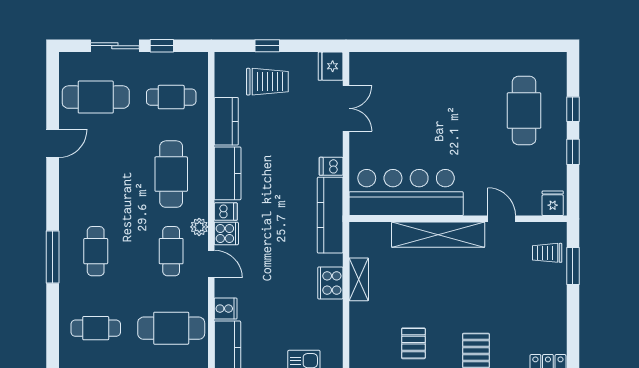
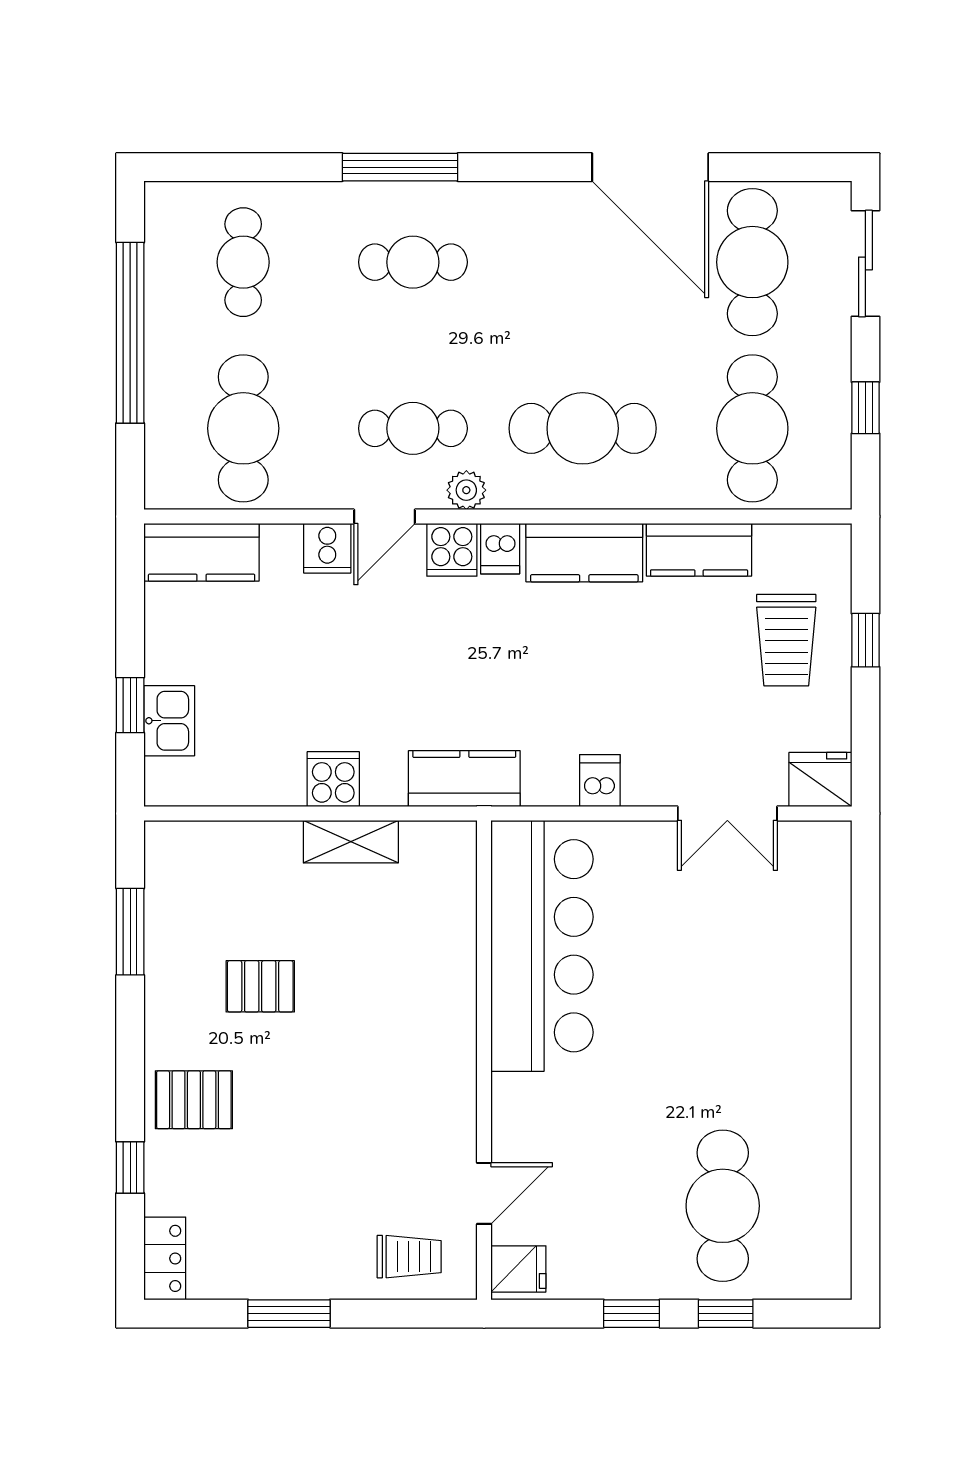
sliding door: (115, 46) -> (865, 264), moved
cafe table: (171, 97) -> (752, 428), width x1.37, depth x1.35
cafe table: (524, 111) -> (723, 1206), turned 90
door: (53, 143) -> (650, 167), width x1.88
kitchen counter: (330, 215) -> (464, 779), width x0.67
door: (502, 219) -> (484, 1193), moved
shelving: (438, 235) -> (449, 1017), removed
trolley: (547, 253) -> (409, 1257), turned 90
window: (573, 266) -> (289, 1314), moved
cooker: (330, 283) -> (333, 779), width x0.73
cooker: (226, 309) -> (327, 548), moved
pallet: (413, 343) -> (260, 986), moved

